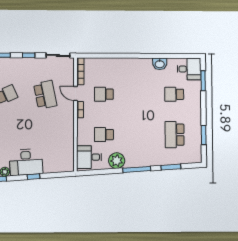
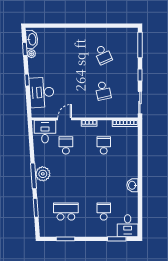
washbasin: (160, 64) -> (132, 185), moved
door: (75, 94) -> (65, 119), moved
school desk: (45, 95) -> (103, 91), width x0.54
plant: (117, 161) -> (43, 174), moved
desk: (26, 162) -> (42, 92), moved

